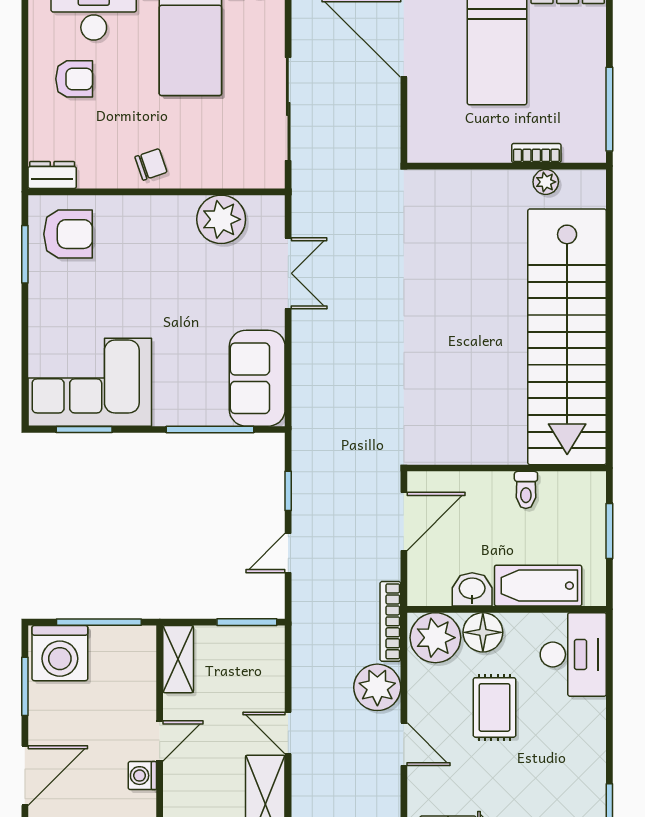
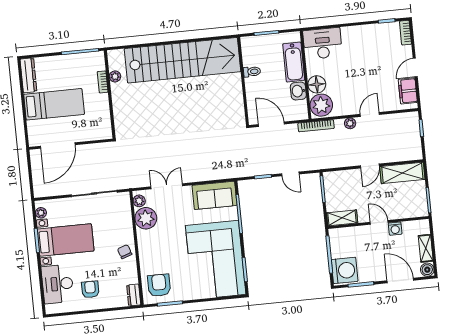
plant: (261, 208) -> (139, 201), added
corner sofa: (90, 382) -> (216, 260), width x1.36, depth x1.36
plant: (377, 687) -> (350, 123), width x0.53, depth x0.53
rug: (494, 707) -> (349, 76), removed

